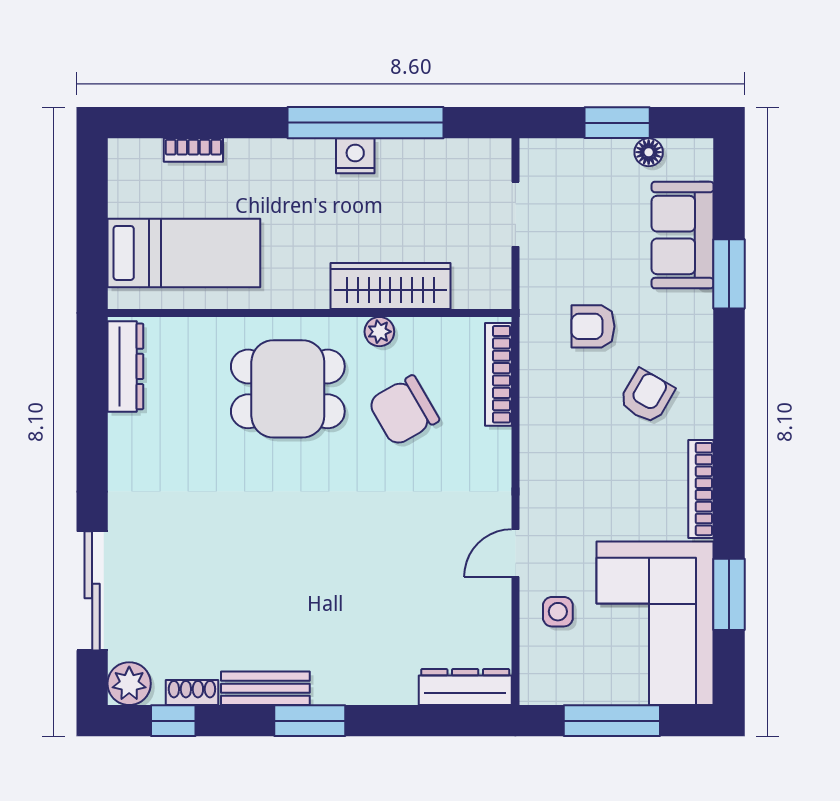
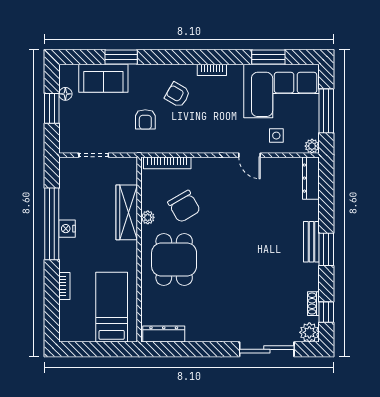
bookcase: (193, 150) -> (64, 286), moved
bookcase: (701, 489) -> (212, 70), width x0.64
bench: (265, 688) -> (311, 242), moved
plant: (535, 689) -> (312, 146), added

